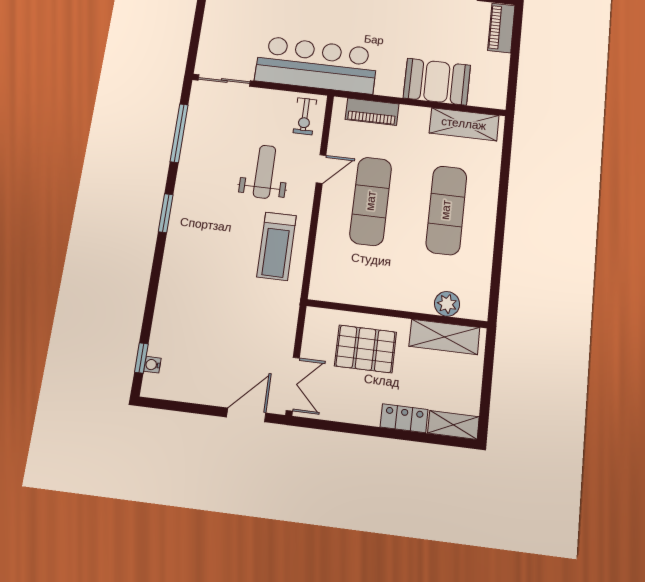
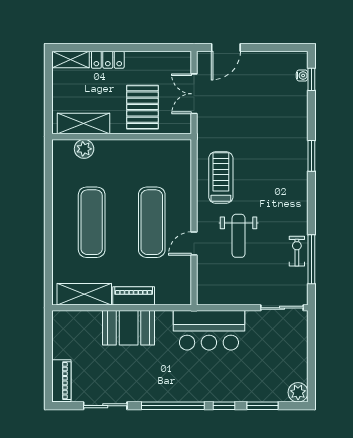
bar counter: (316, 65) -> (209, 330), width x0.73
booth: (437, 82) -> (129, 328), moved
piano: (372, 112) -> (134, 296), moved
exercise bike: (305, 116) -> (297, 251), moved
window: (166, 213) -> (311, 156), moved
pallet: (365, 349) -> (142, 107), turned 90
double door: (293, 384) -> (194, 94), moved

